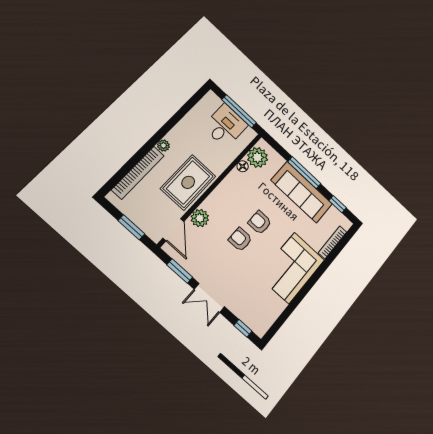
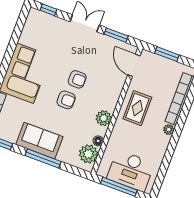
desk: (225, 126) -> (131, 171), width x1.37
rug: (188, 182) -> (137, 108), width x0.73, depth x0.70
sofa: (302, 192) -> (39, 141), width x0.73
plant: (200, 218) -> (104, 118), moved

